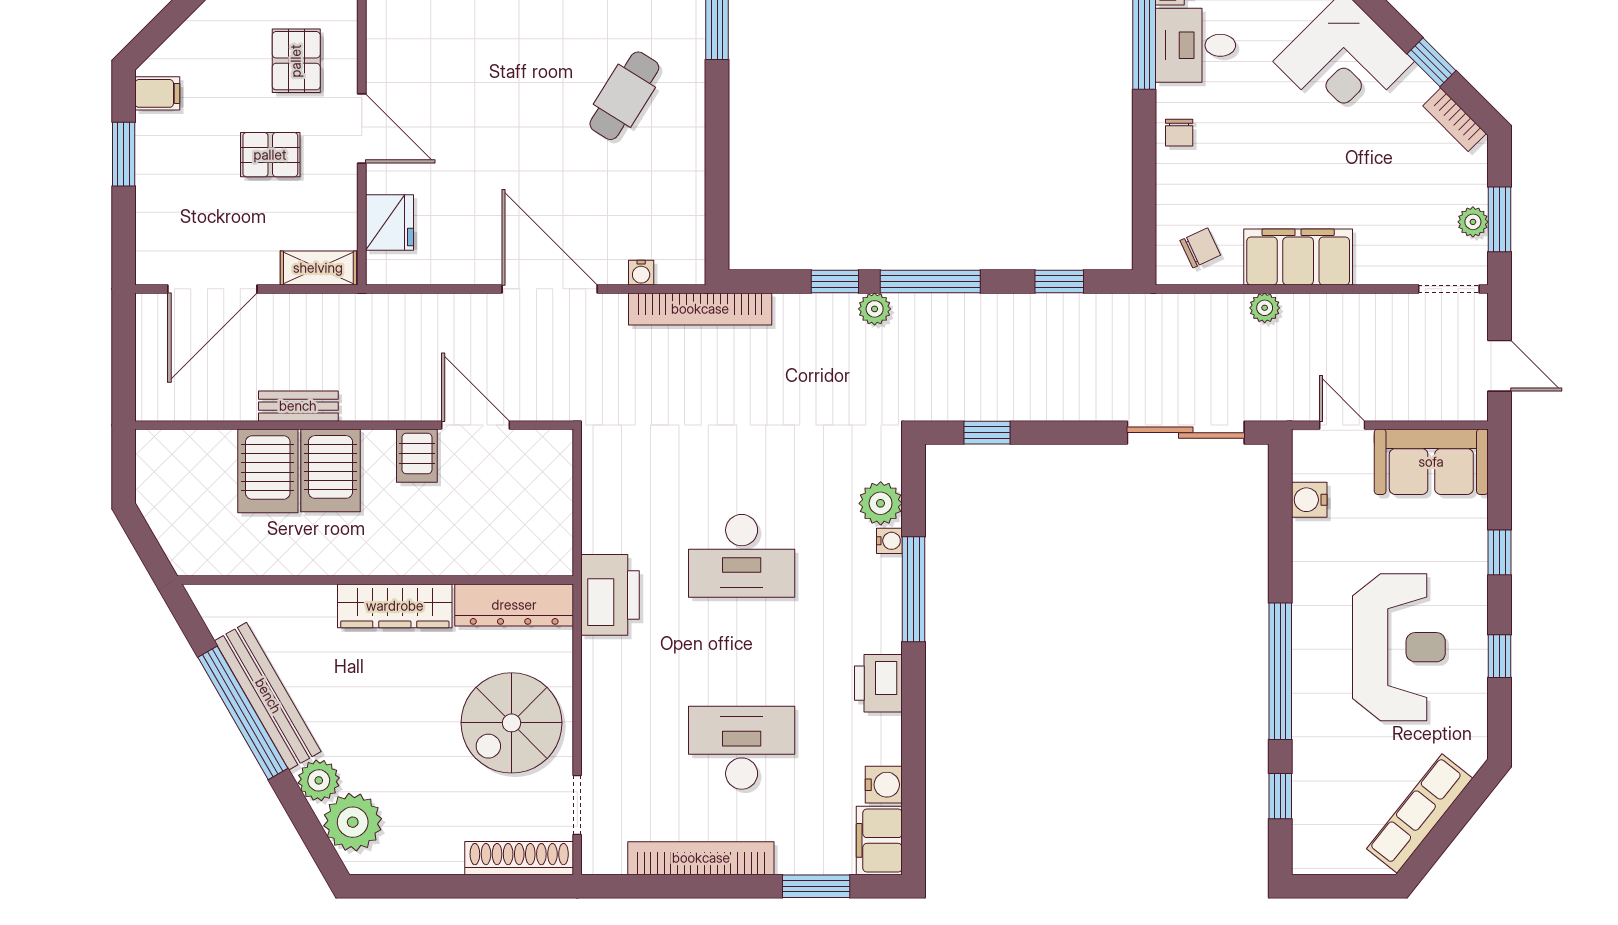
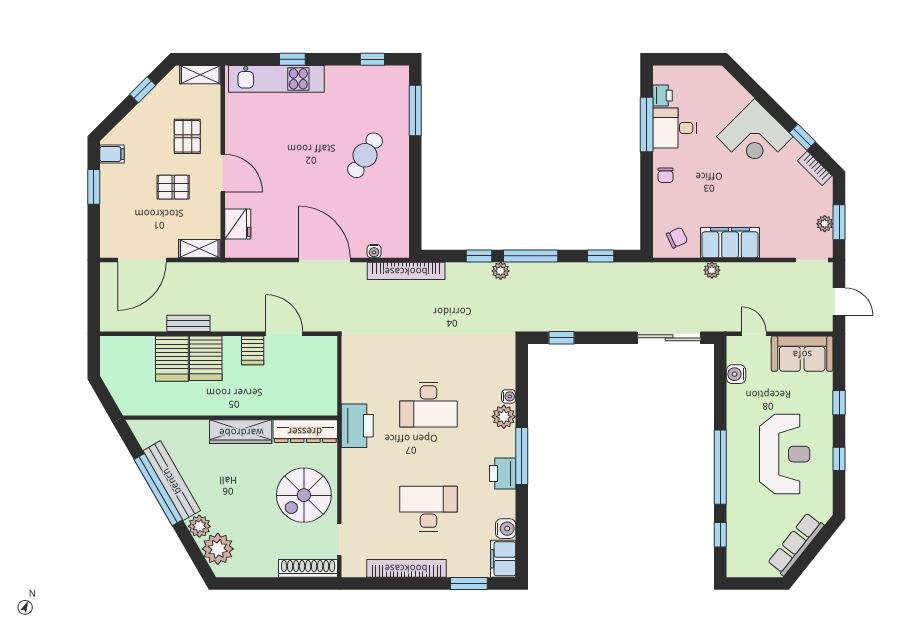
plant: (881, 503) -> (504, 417), moved
window: (914, 589) -> (522, 456), moved

